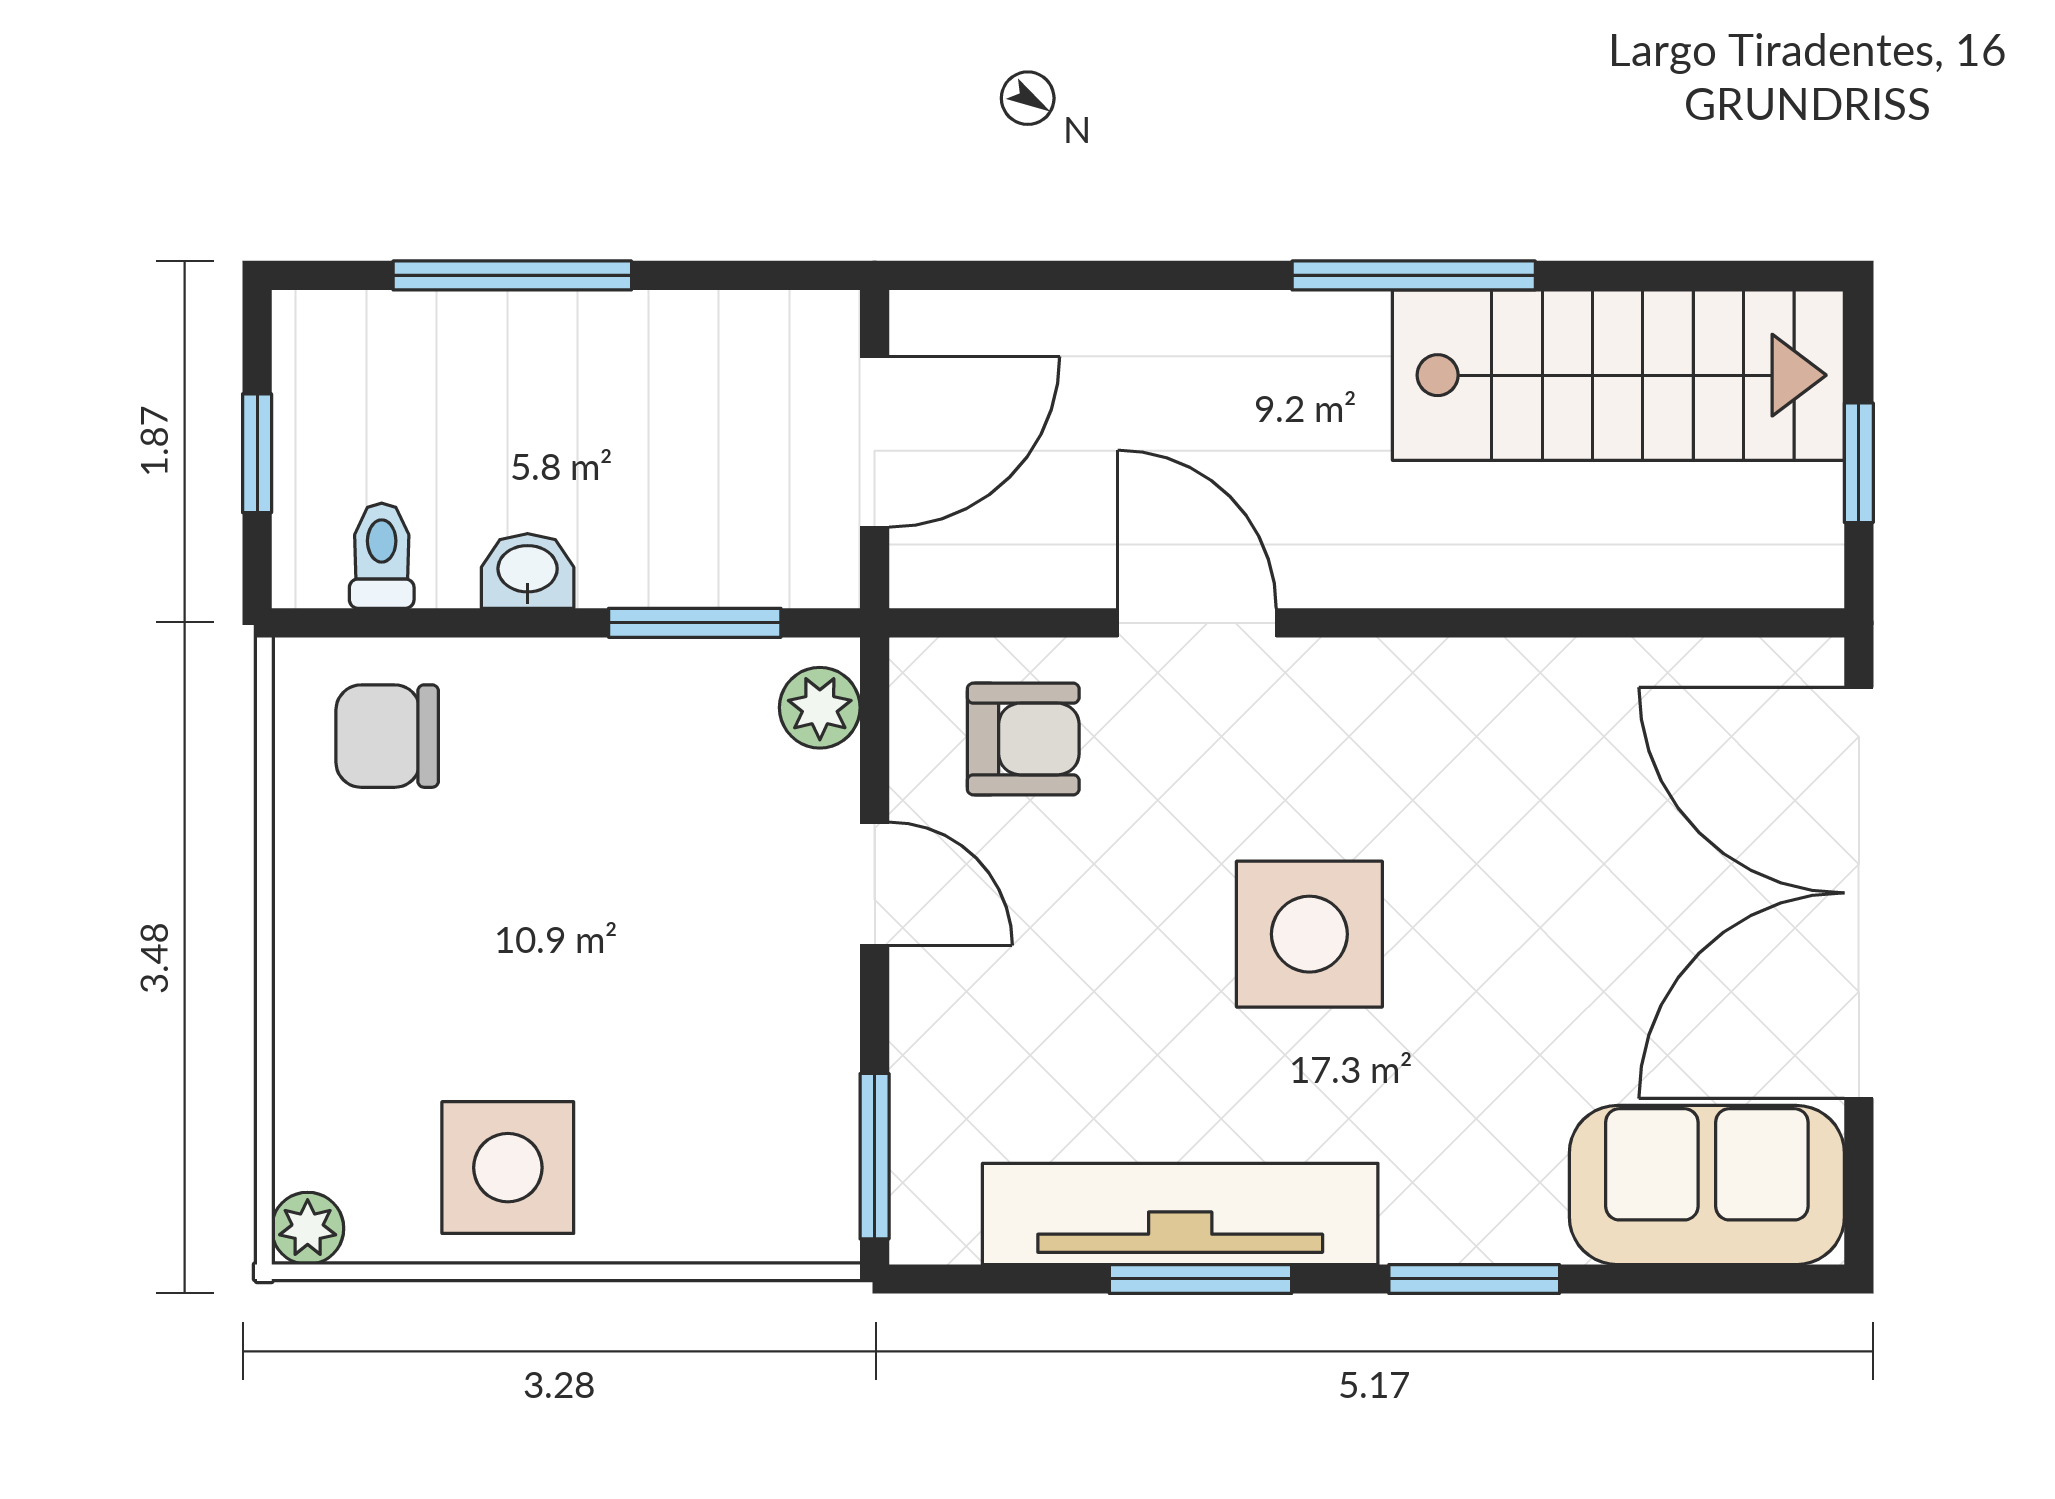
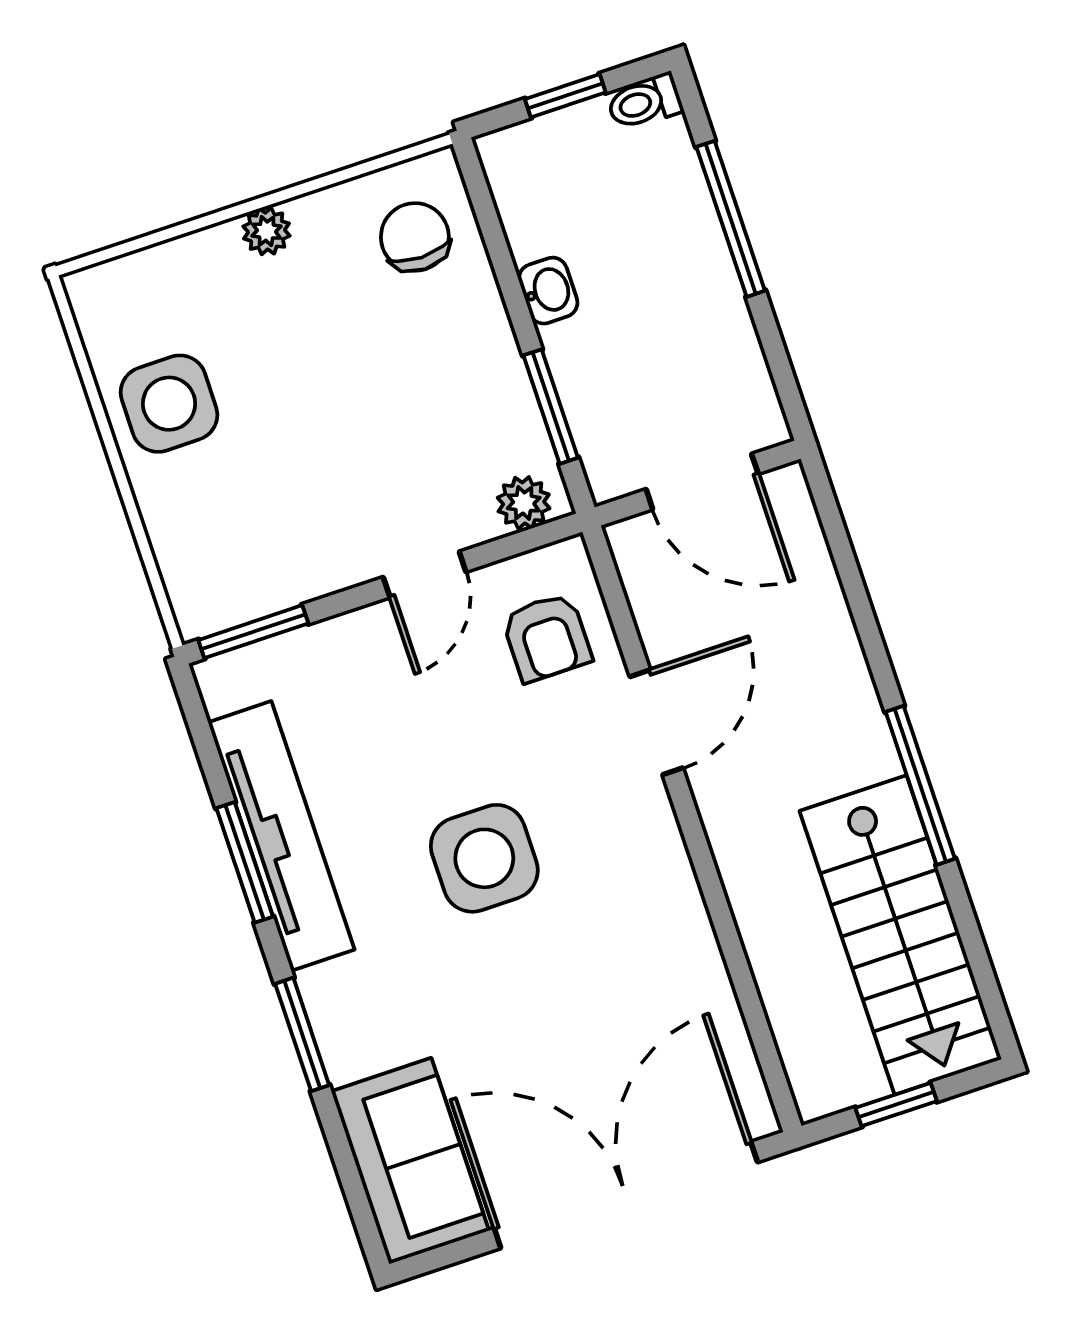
toilet: (382, 556) -> (645, 102), moved, turned 180
plant: (308, 1228) -> (266, 231), moved

